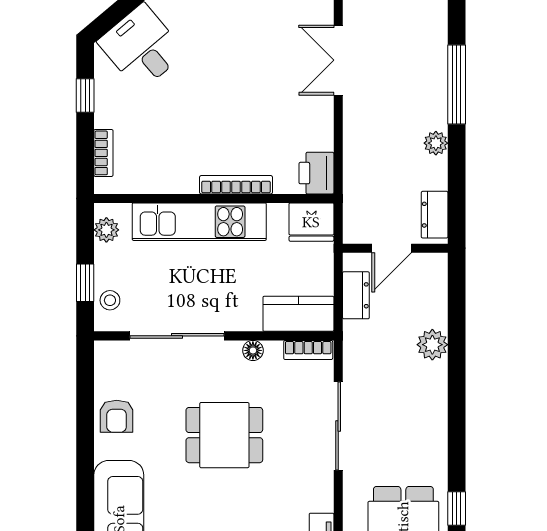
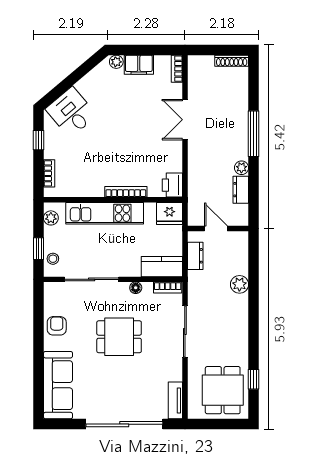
dresser: (435, 215) -> (241, 190), moved
door: (392, 248) -> (216, 229), swing flipped
armchair: (117, 416) -> (57, 326), turned 180

